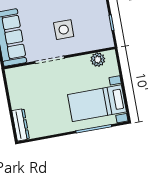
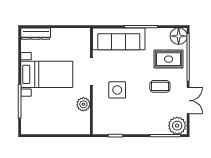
plant: (98, 60) -> (83, 104), moved
bed with nightstands: (97, 103) -> (47, 74), moved, turned 90

